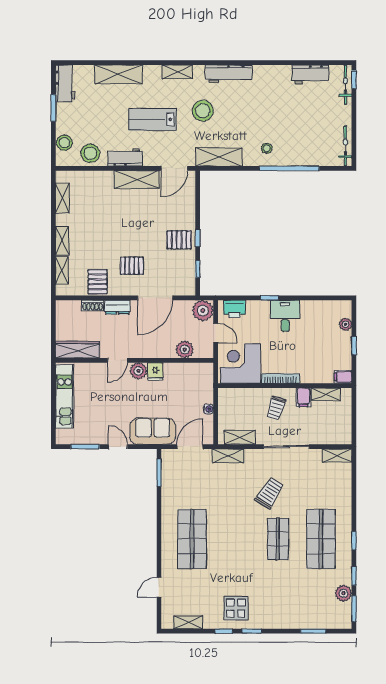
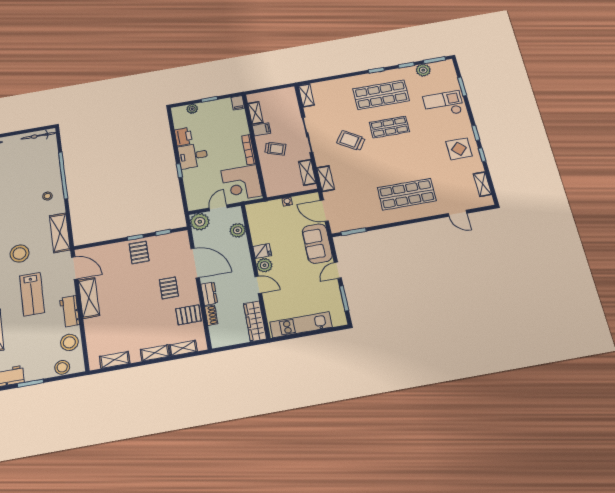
printer: (235, 309) -> (183, 137), moved
checkout: (295, 605) -> (444, 104), added

